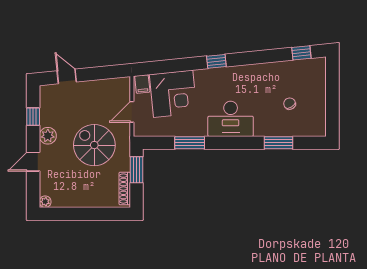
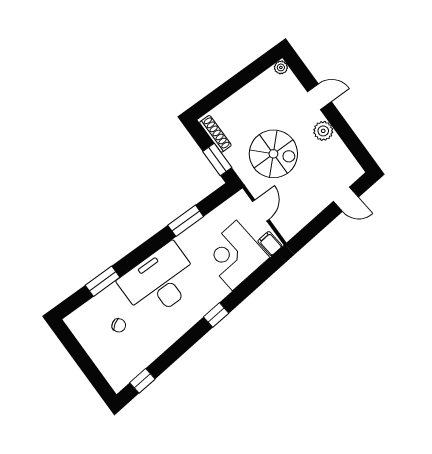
window: (33, 117) -> (350, 139), removed
desk: (231, 119) -> (160, 282), width x1.36, depth x1.30
door: (33, 162) -> (319, 97), hinge flipped

